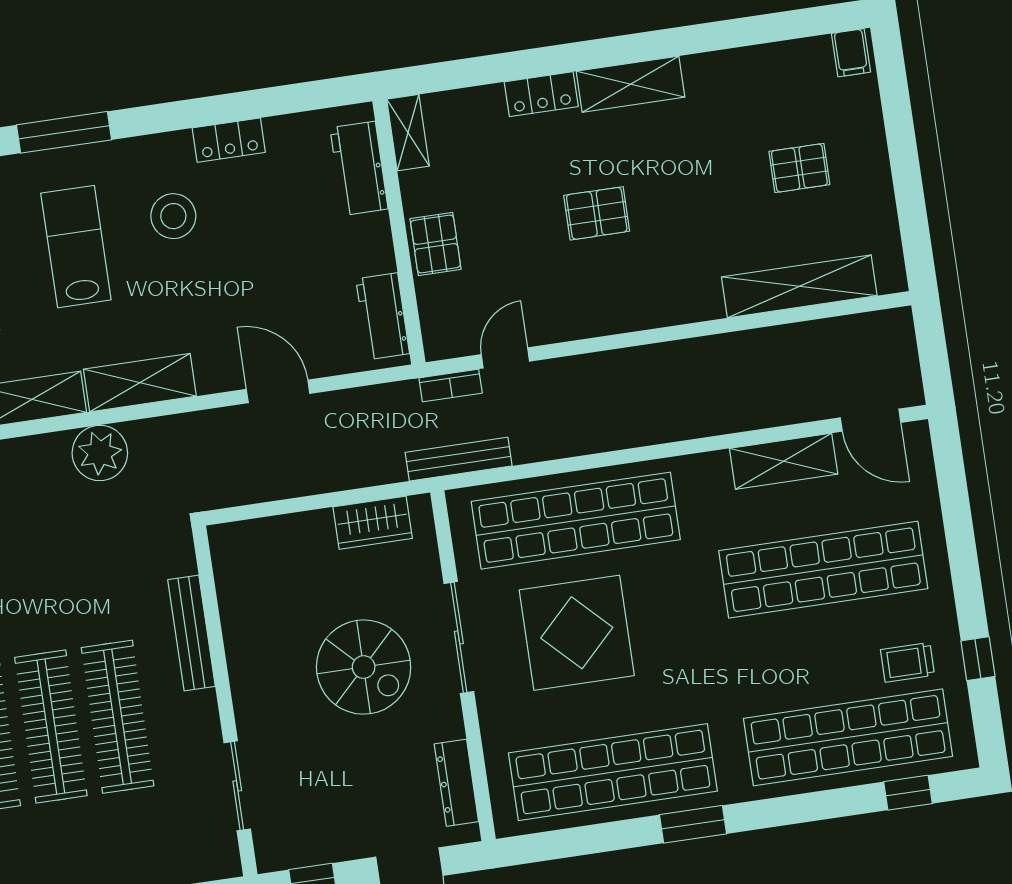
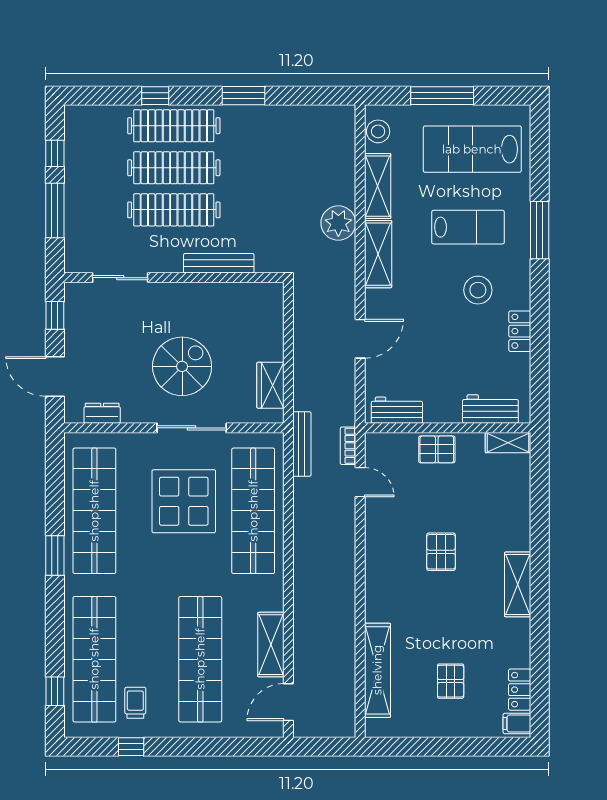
locker: (541, 94) -> (520, 690), moved
spiral stairs: (364, 667) -> (182, 366), turned 180
dresser: (456, 783) -> (102, 413), width x0.70

